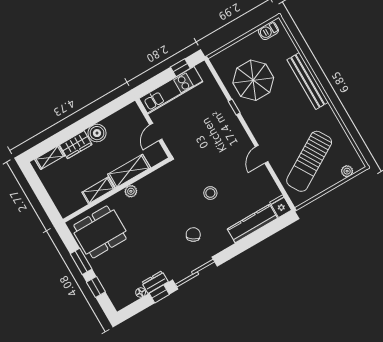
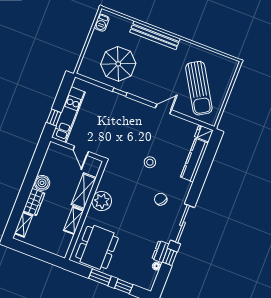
window: (180, 68) -> (54, 117), moved
door: (262, 154) -> (163, 109), swing flipped
plant: (347, 171) -> (230, 74), removed
plant: (131, 191) -> (102, 201), width x1.88, depth x1.88

